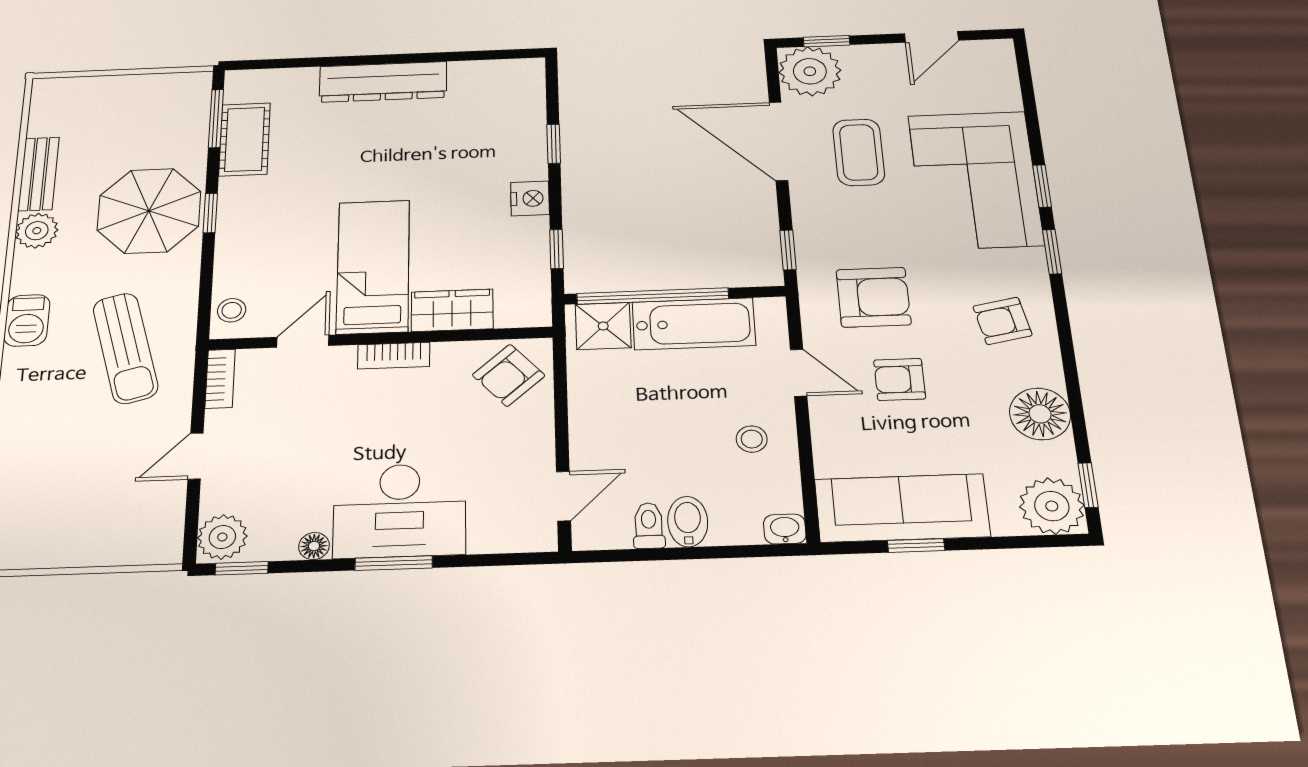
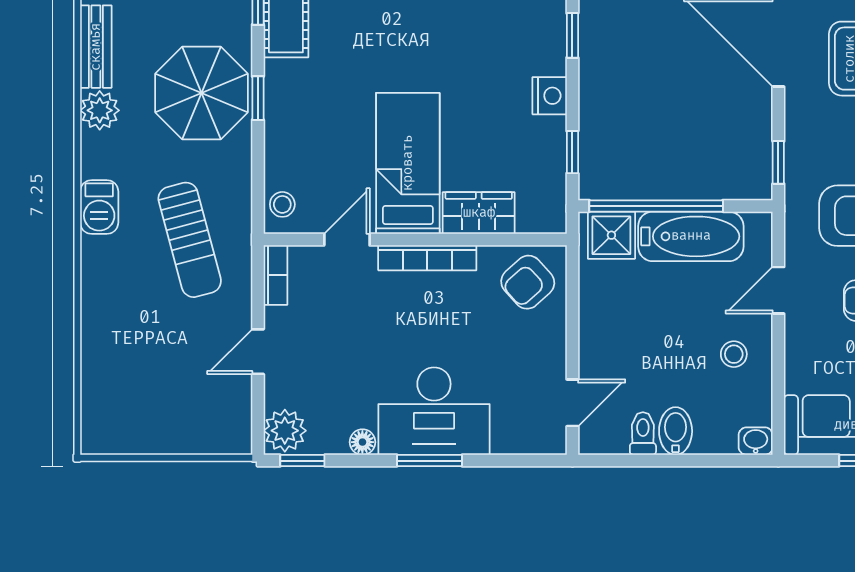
bookcase: (394, 356) -> (427, 258), width x1.56
door: (799, 373) -> (778, 290), swing flipped

